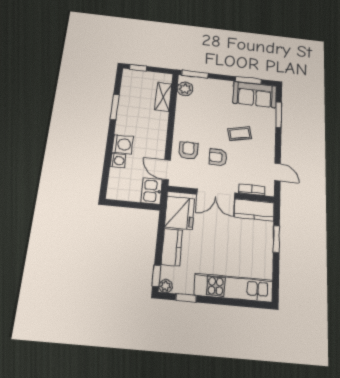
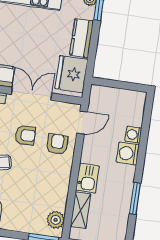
armchair: (188, 150) -> (57, 144), turned 180
door: (167, 170) -> (82, 122), hinge flipped
kitchen sink: (152, 191) -> (88, 178), moved

